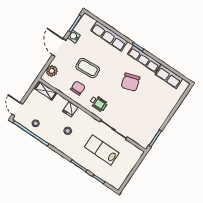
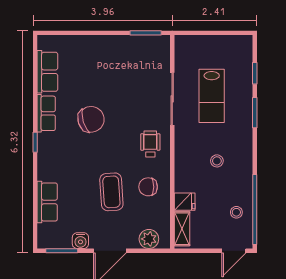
row of seats: (109, 36) -> (47, 202), width x0.68
row of seats: (144, 59) -> (46, 113), width x0.68
fridge: (70, 109) -> (185, 202), moved

